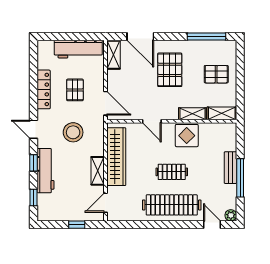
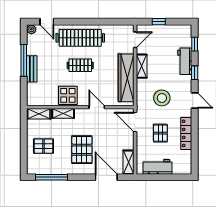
workbench: (78, 49) -> (158, 167), width x0.73
workbench: (45, 171) -> (185, 61), width x0.73

